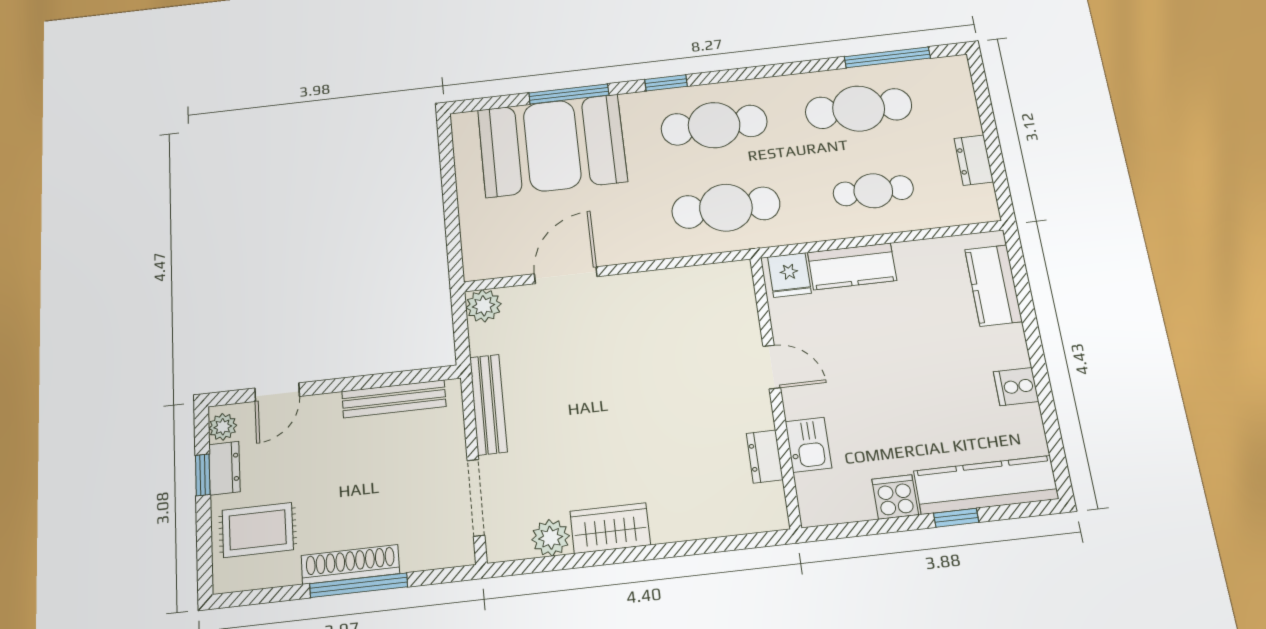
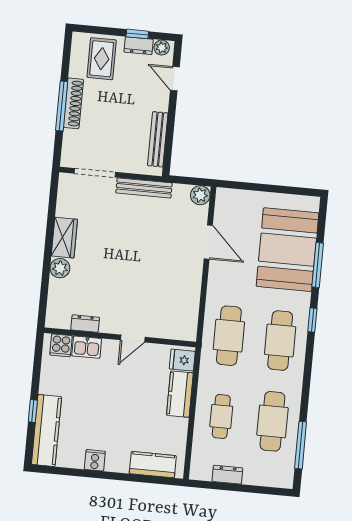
cooker: (895, 497) -> (61, 345), moved, turned 90
plant: (551, 538) -> (60, 268), moved

